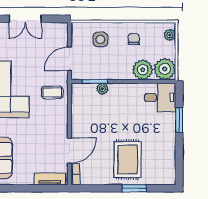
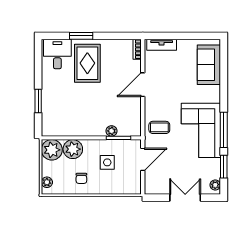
side table: (100, 39) -> (107, 162), moved
desk: (160, 98) -> (57, 54), moved, turned 90
door: (70, 150) -> (143, 85), moved

